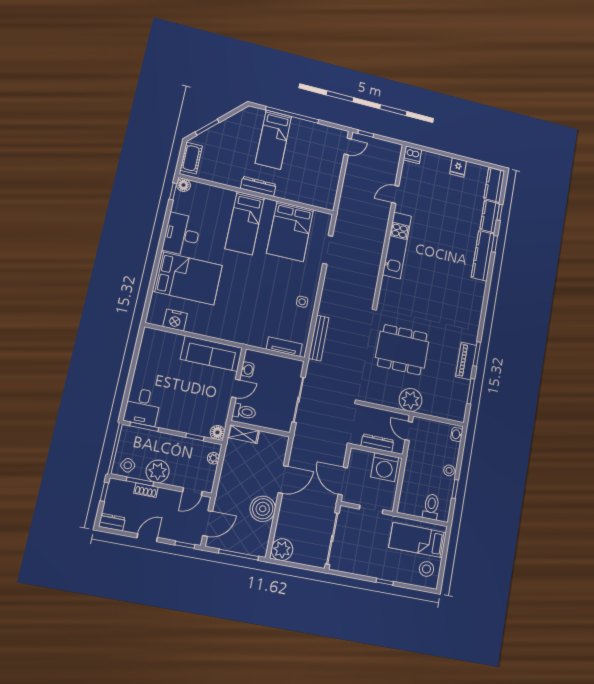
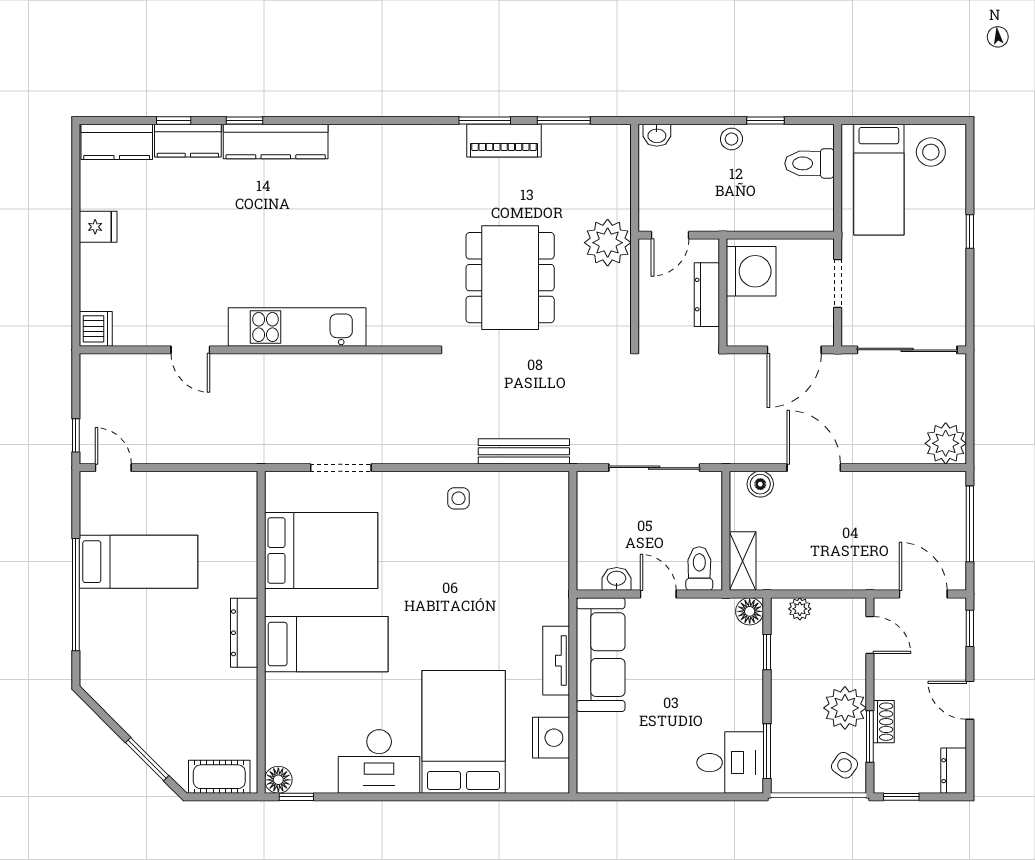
bed: (273, 140) -> (139, 562), moved
tv unit: (284, 347) -> (556, 661), moved
boiler: (263, 509) -> (760, 484), moved, width x0.54, depth x0.54

